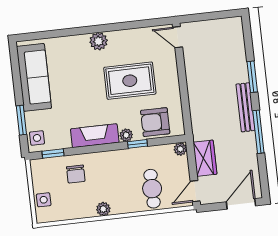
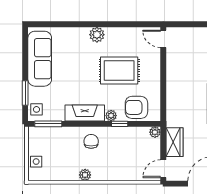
window: (53, 154) -> (48, 124), width x1.50
chair: (76, 174) -> (91, 141), moved, turned 180
cafe table: (152, 189) -> (127, 163), removed

